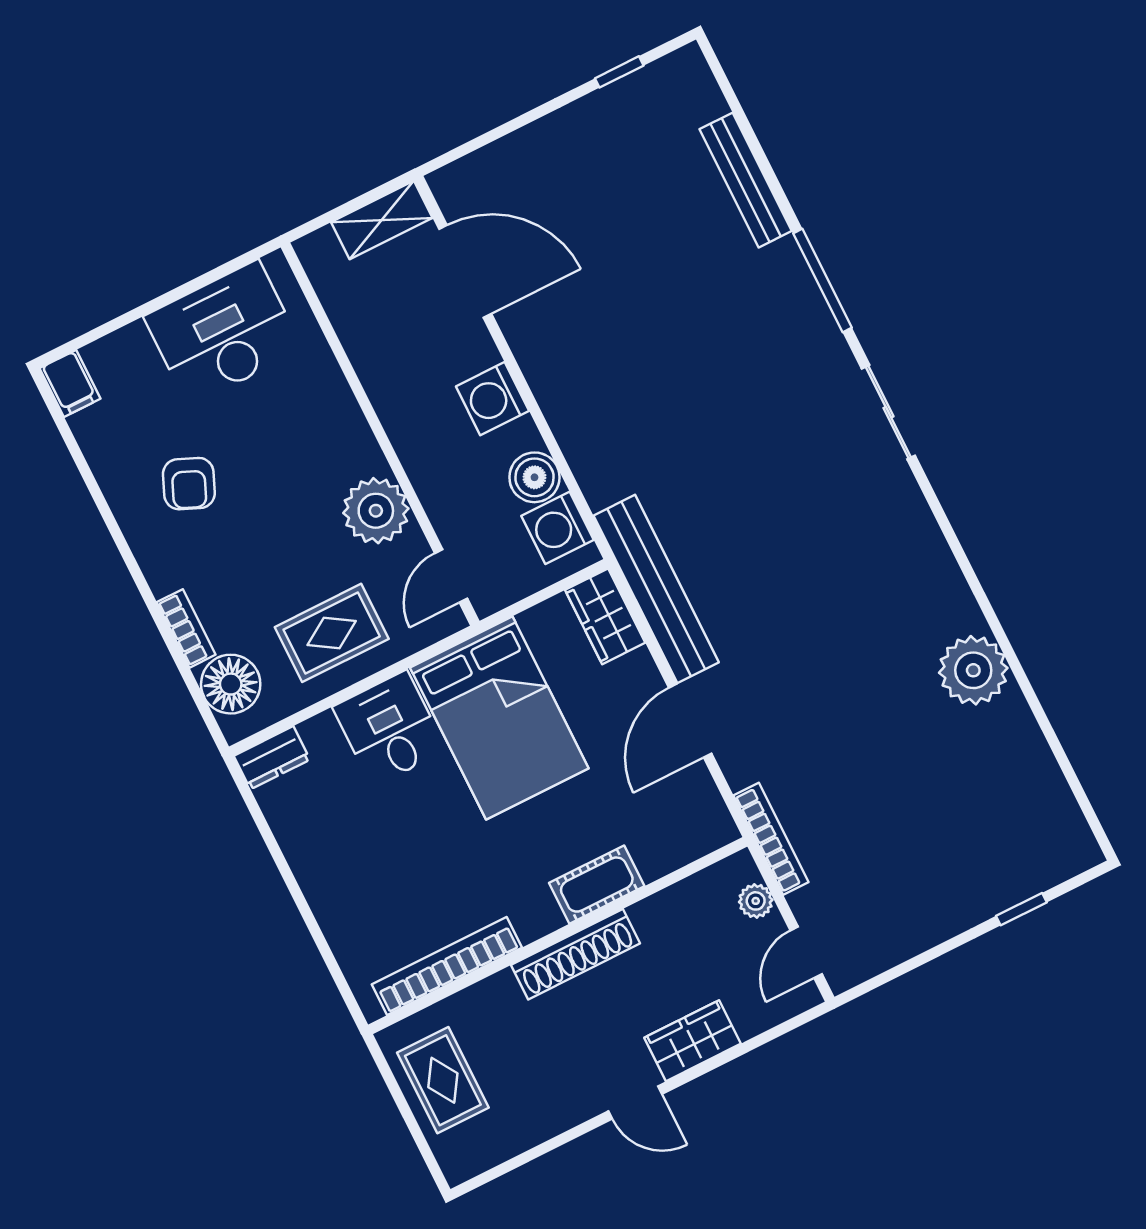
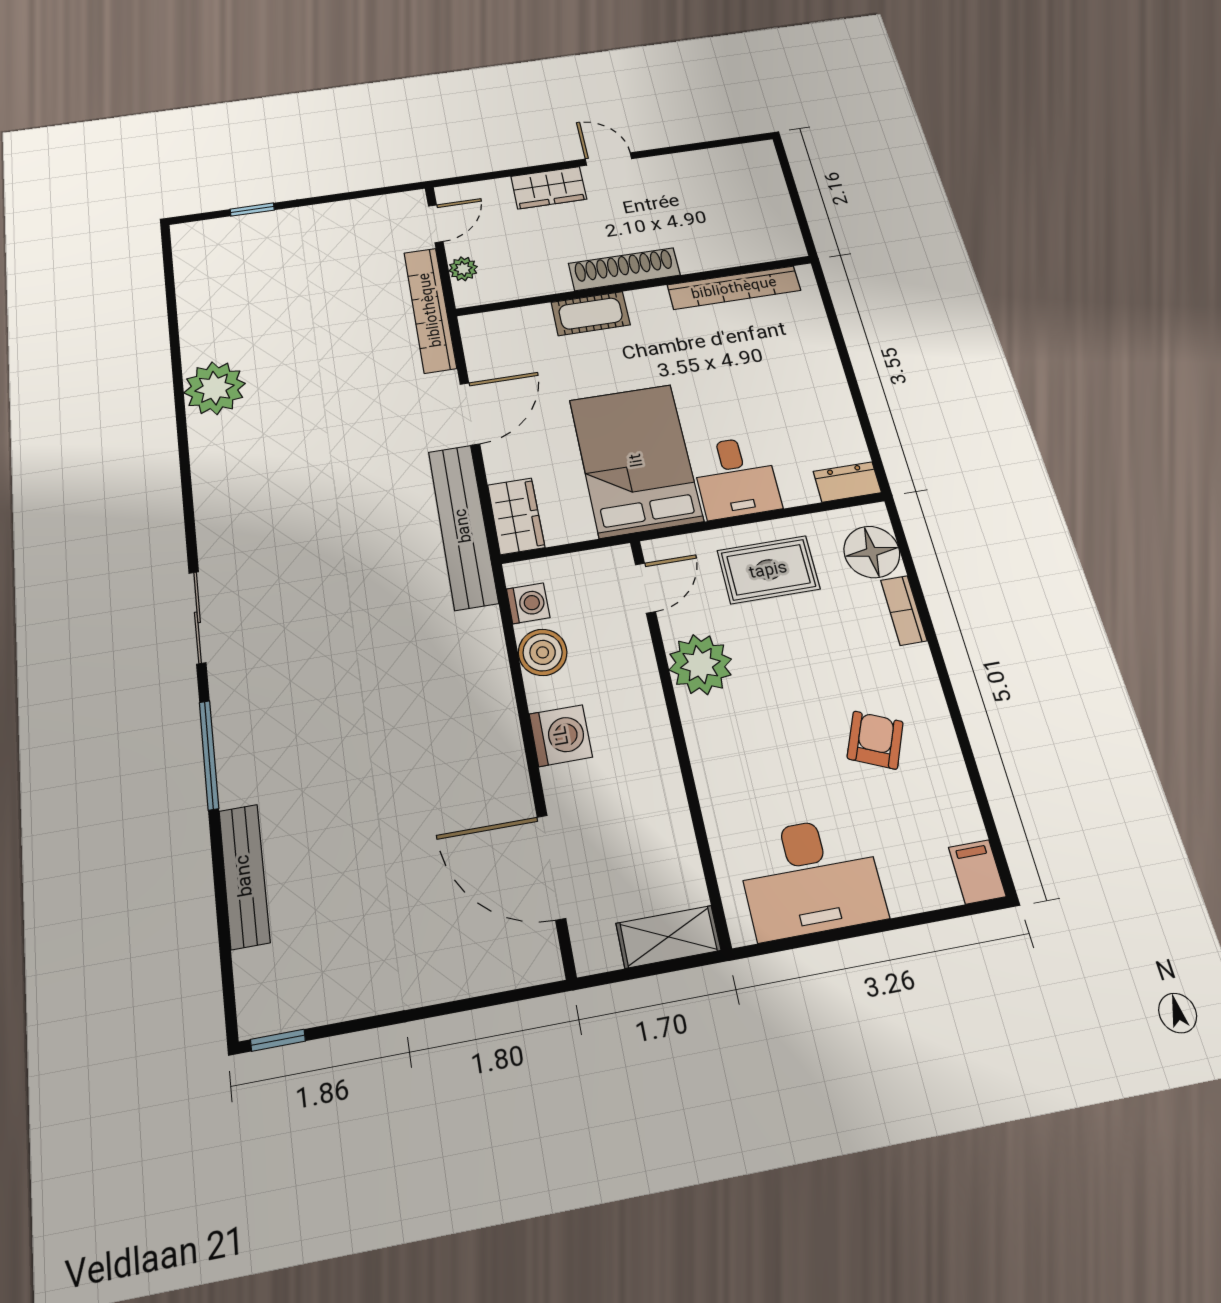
window: (619, 72) -> (278, 1040), moved
shelving: (382, 220) -> (668, 937), moved
washing machine: (557, 528) -> (528, 603), width x0.73, depth x0.73
bookcase: (771, 839) -> (430, 310), width x1.48, depth x1.31
rug: (443, 1080) -> (759, 211), removed

